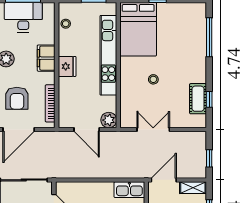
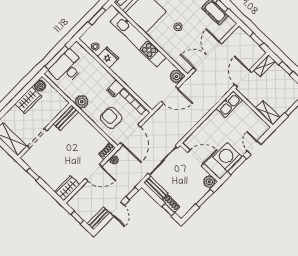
filing cabinet: (46, 58) -> (115, 88), moved, width x0.50
fridge: (67, 66) -> (108, 58), moved
armchair: (17, 98) -> (111, 118), turned 180
double door: (153, 130) -> (208, 56), width x1.37

